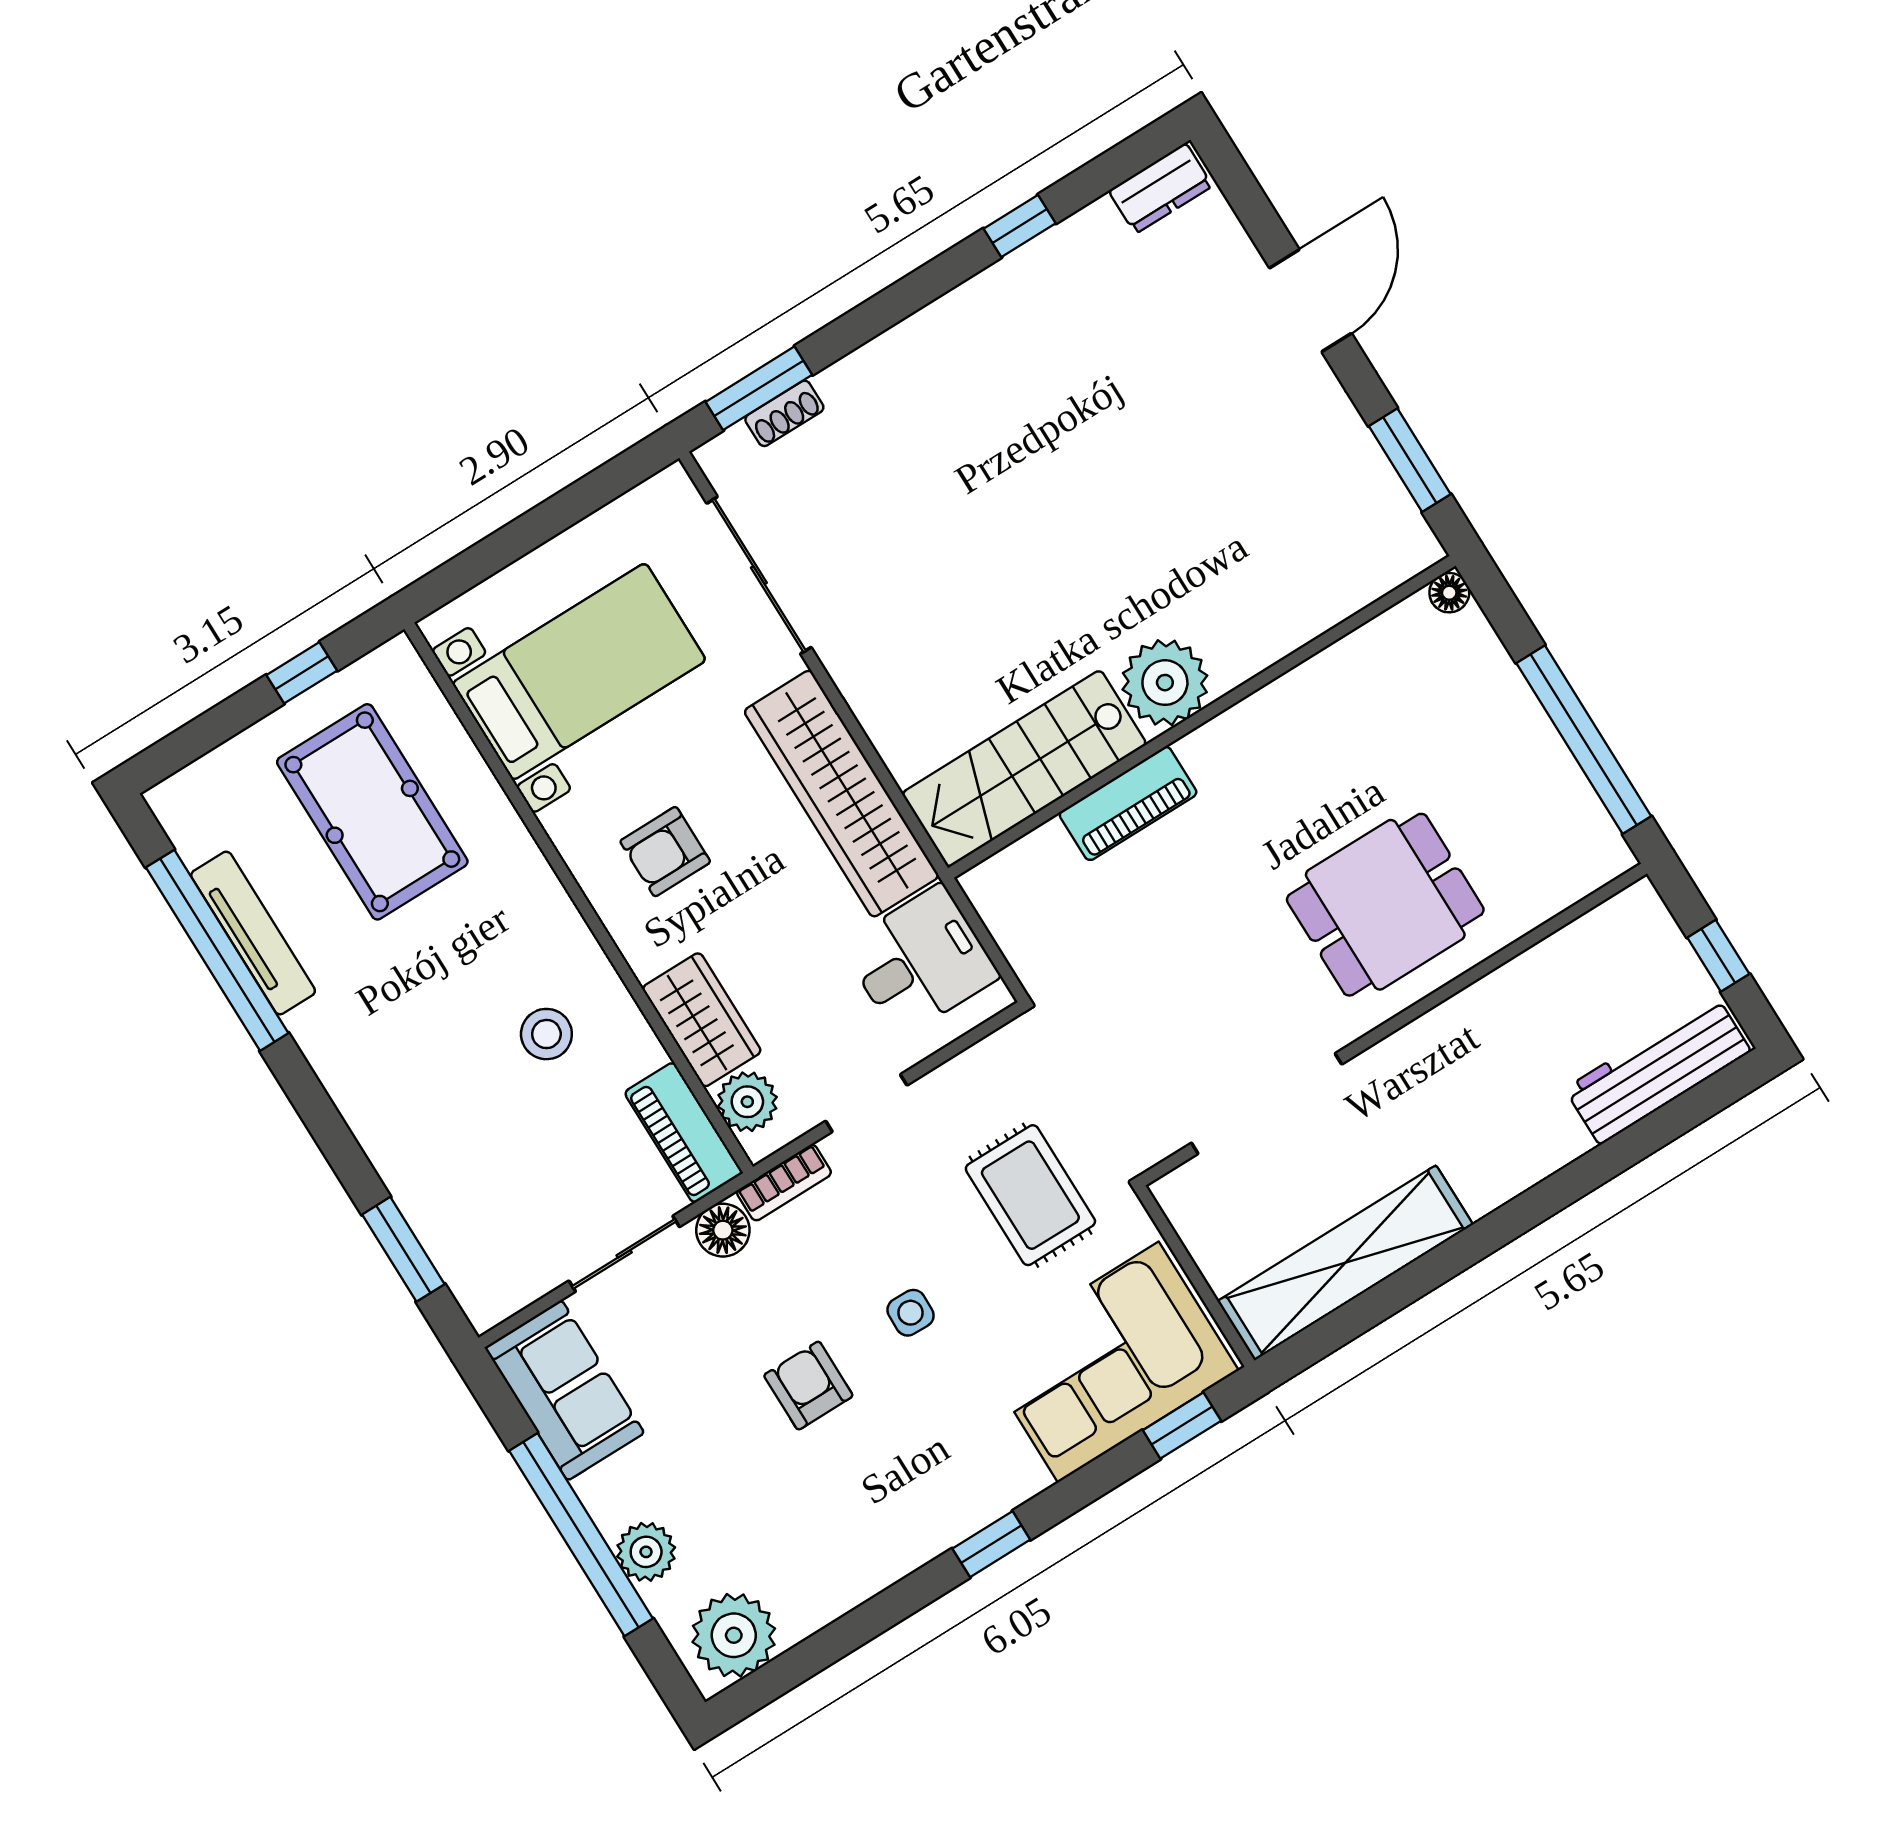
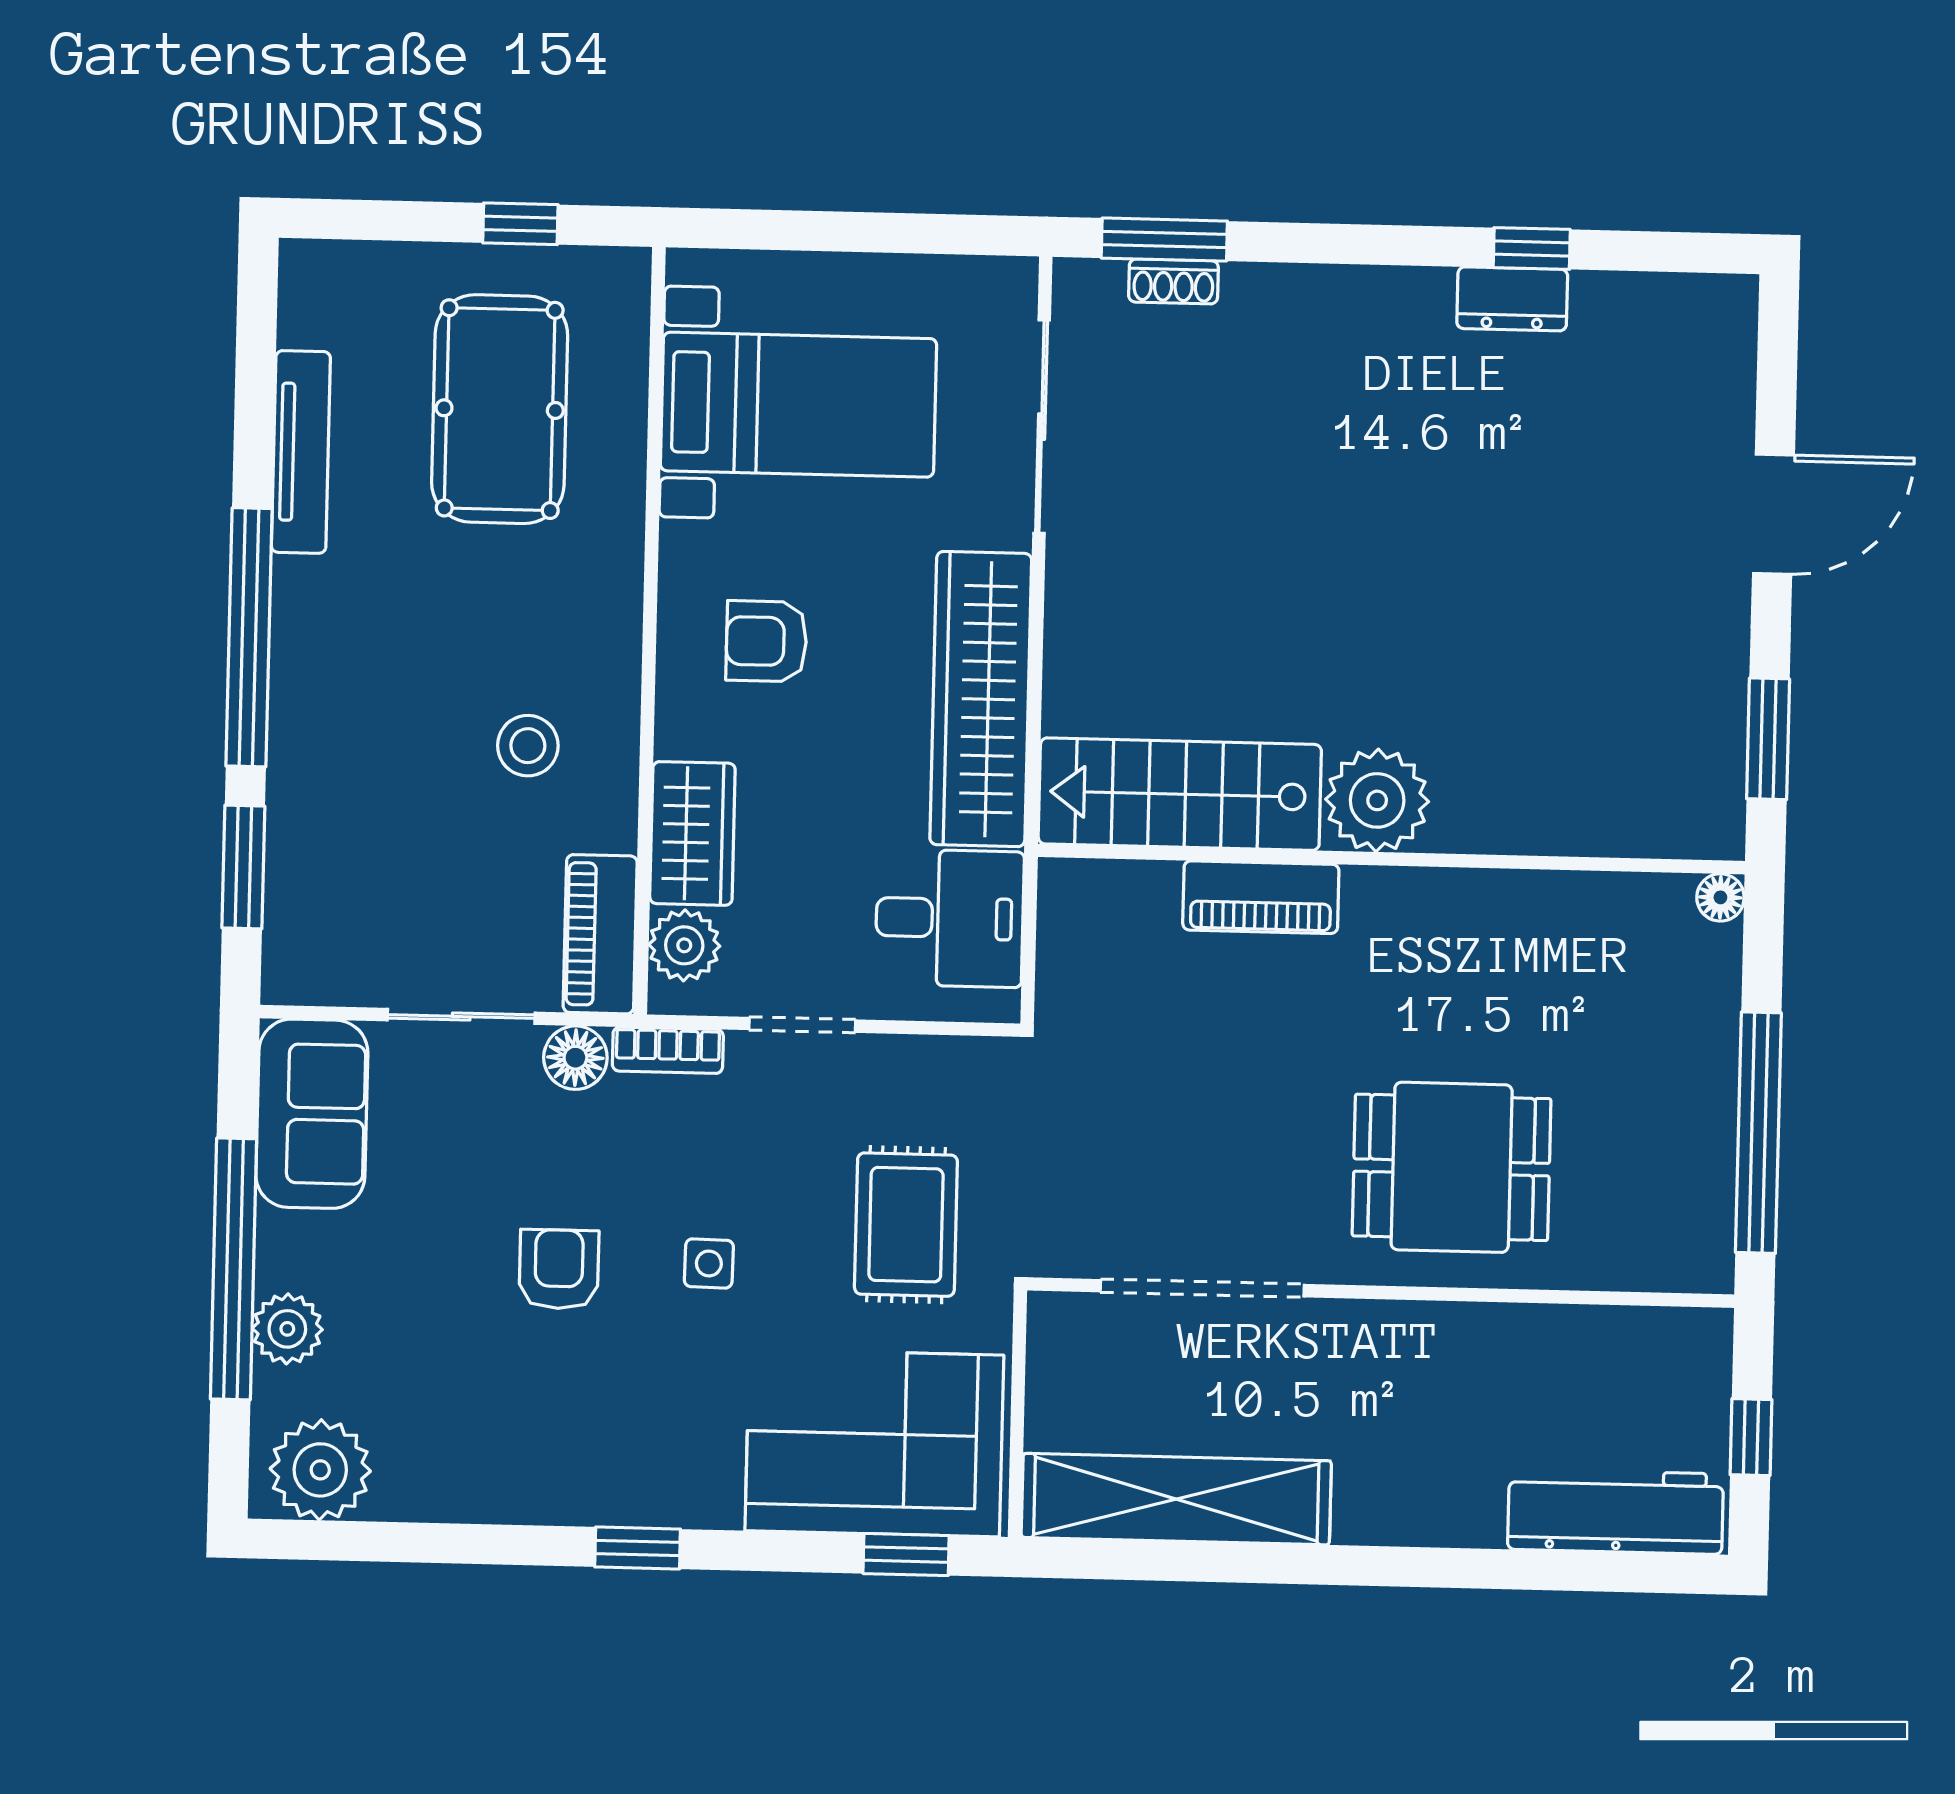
dresser: (1161, 188) -> (1512, 299), moved
window: (217, 950) -> (249, 637), moved

